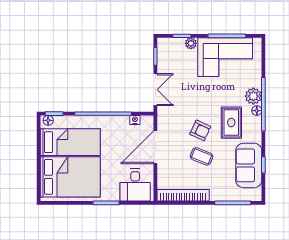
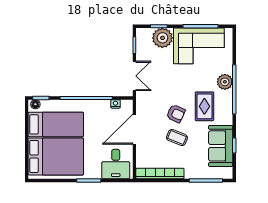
plant: (191, 43) -> (162, 38), width x1.88, depth x1.88
floor lamp: (257, 111) -> (228, 95), removed

